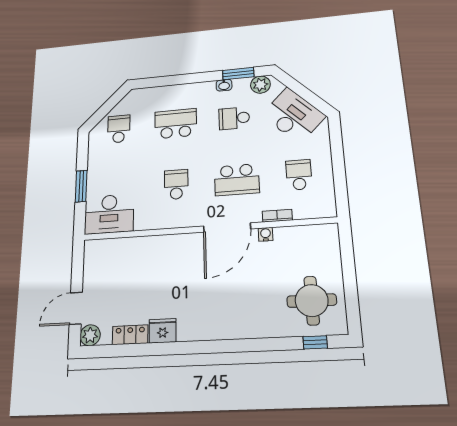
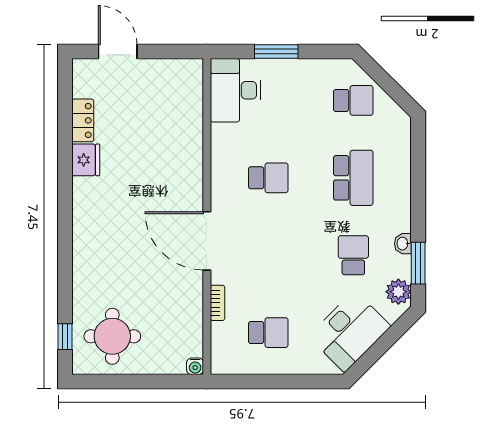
school desk: (237, 180) -> (268, 255), removed
water cooler: (266, 234) -> (195, 366), moved, turned 90
plant: (90, 335) -> (84, 71), removed

